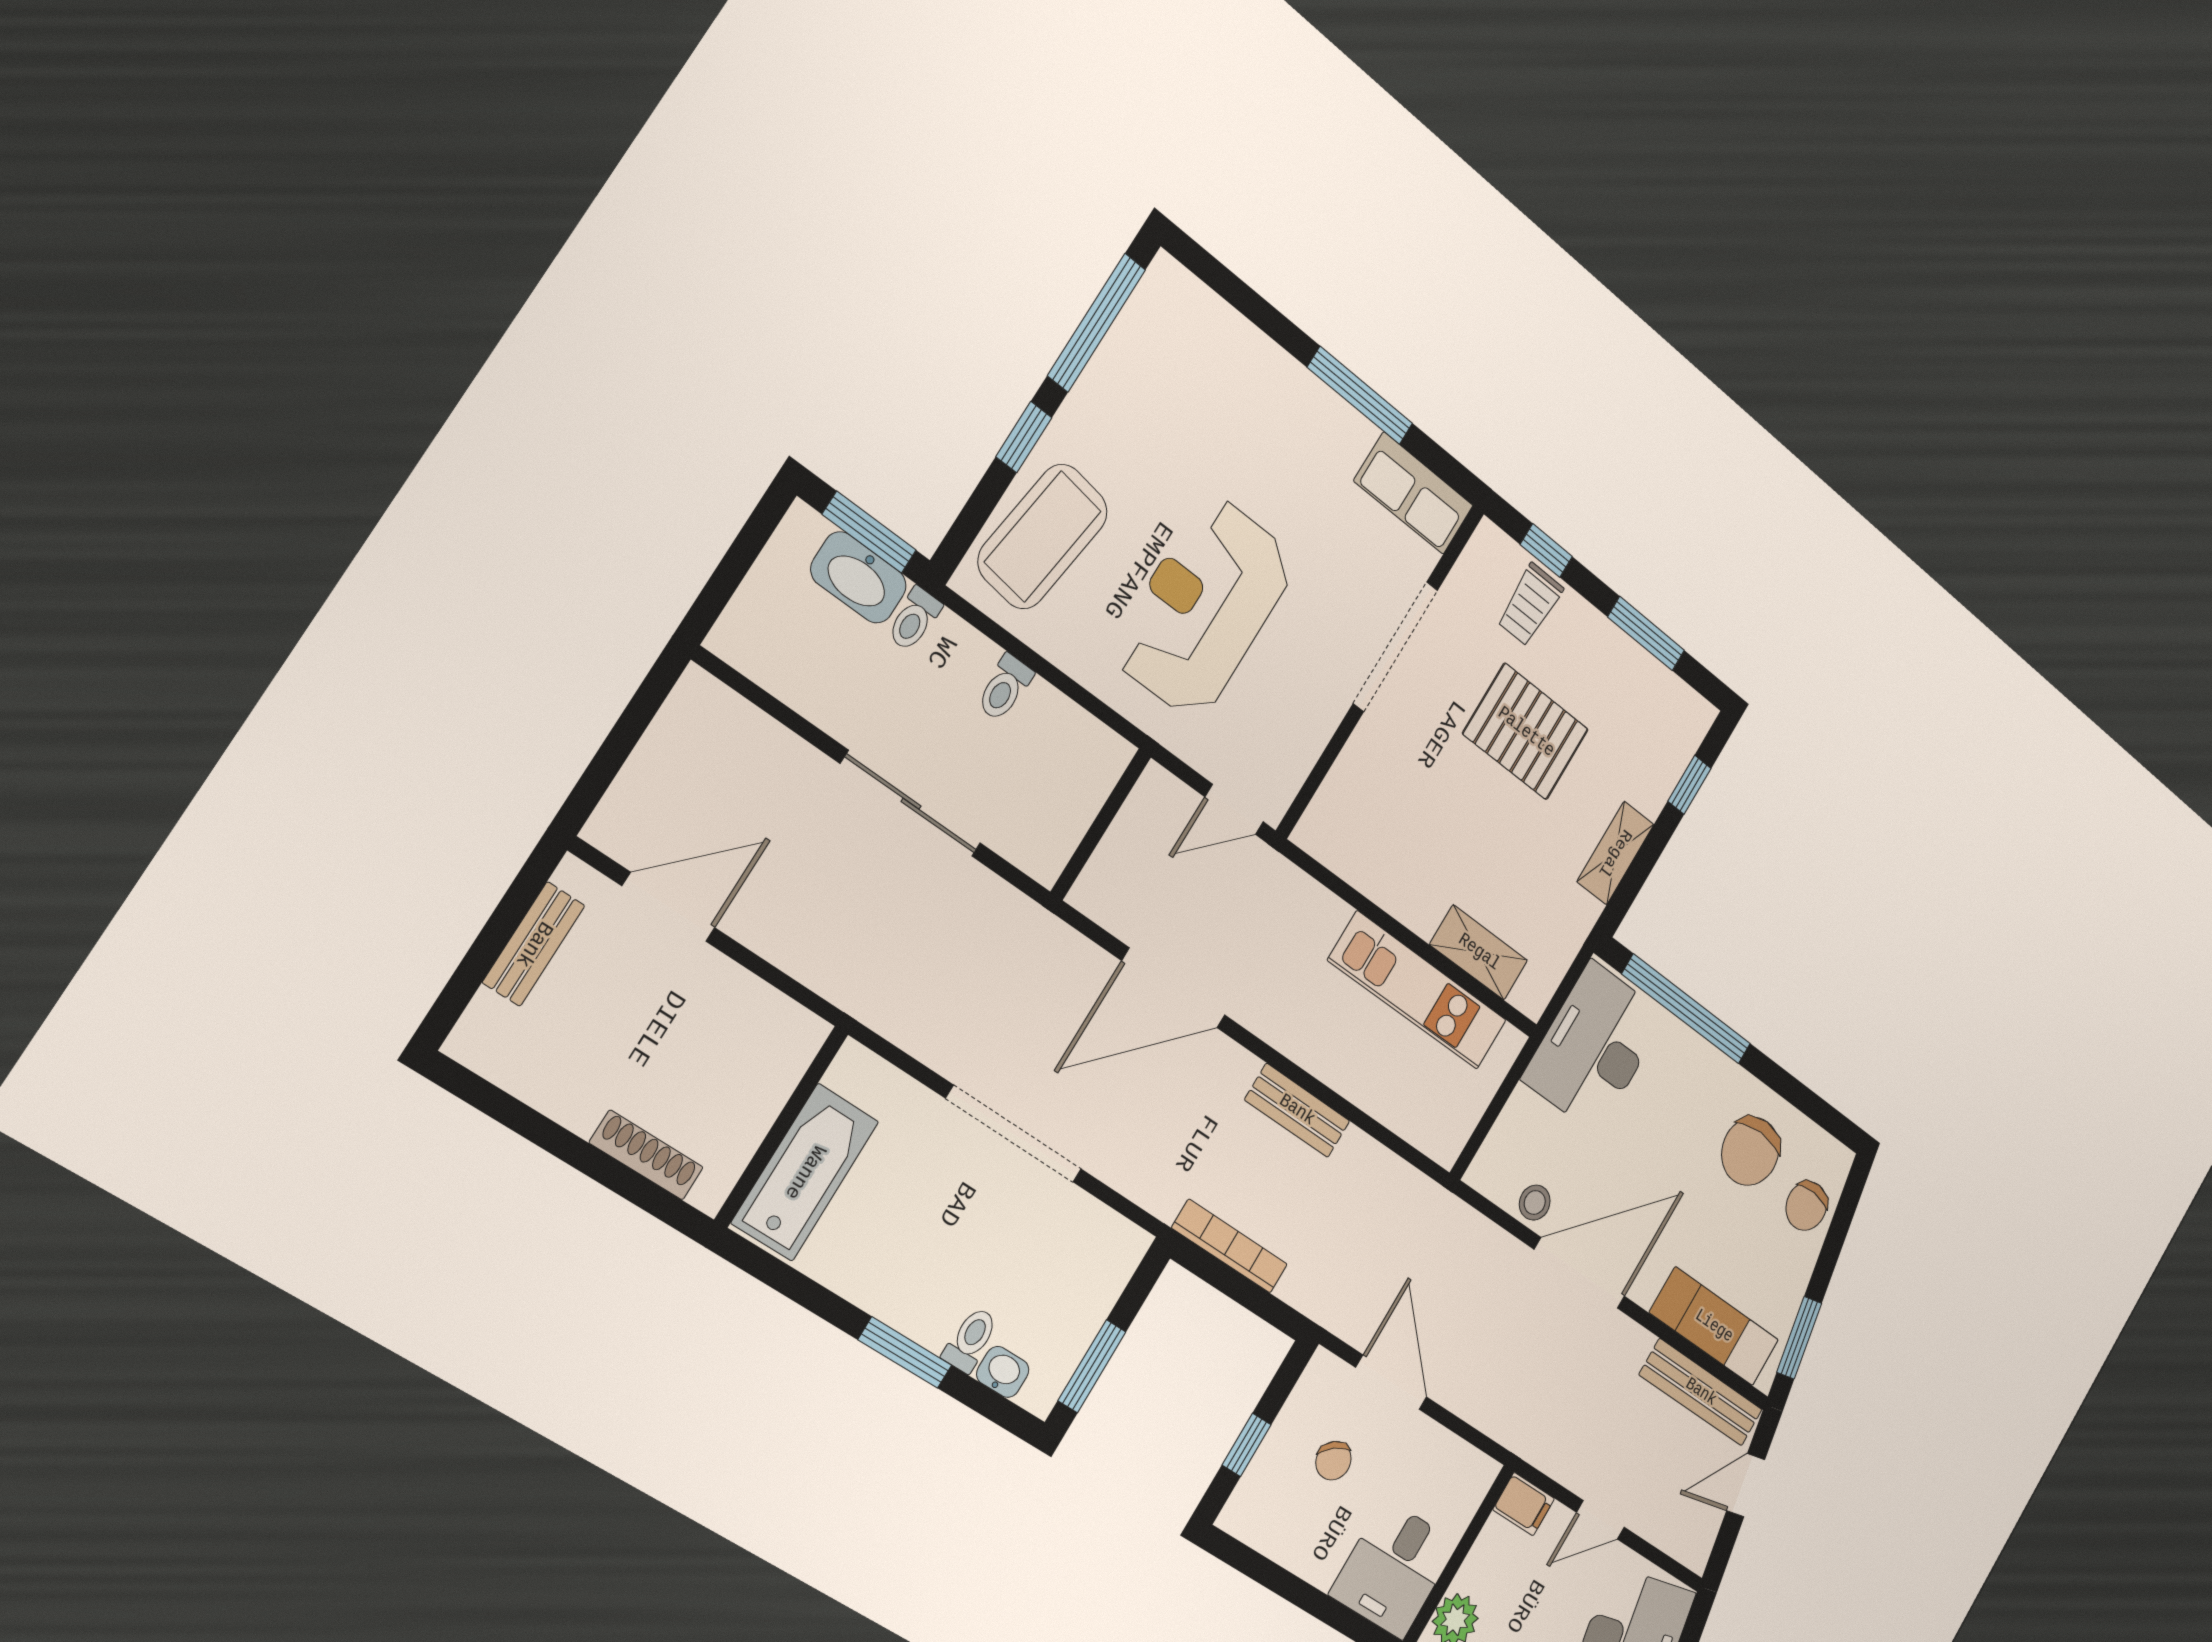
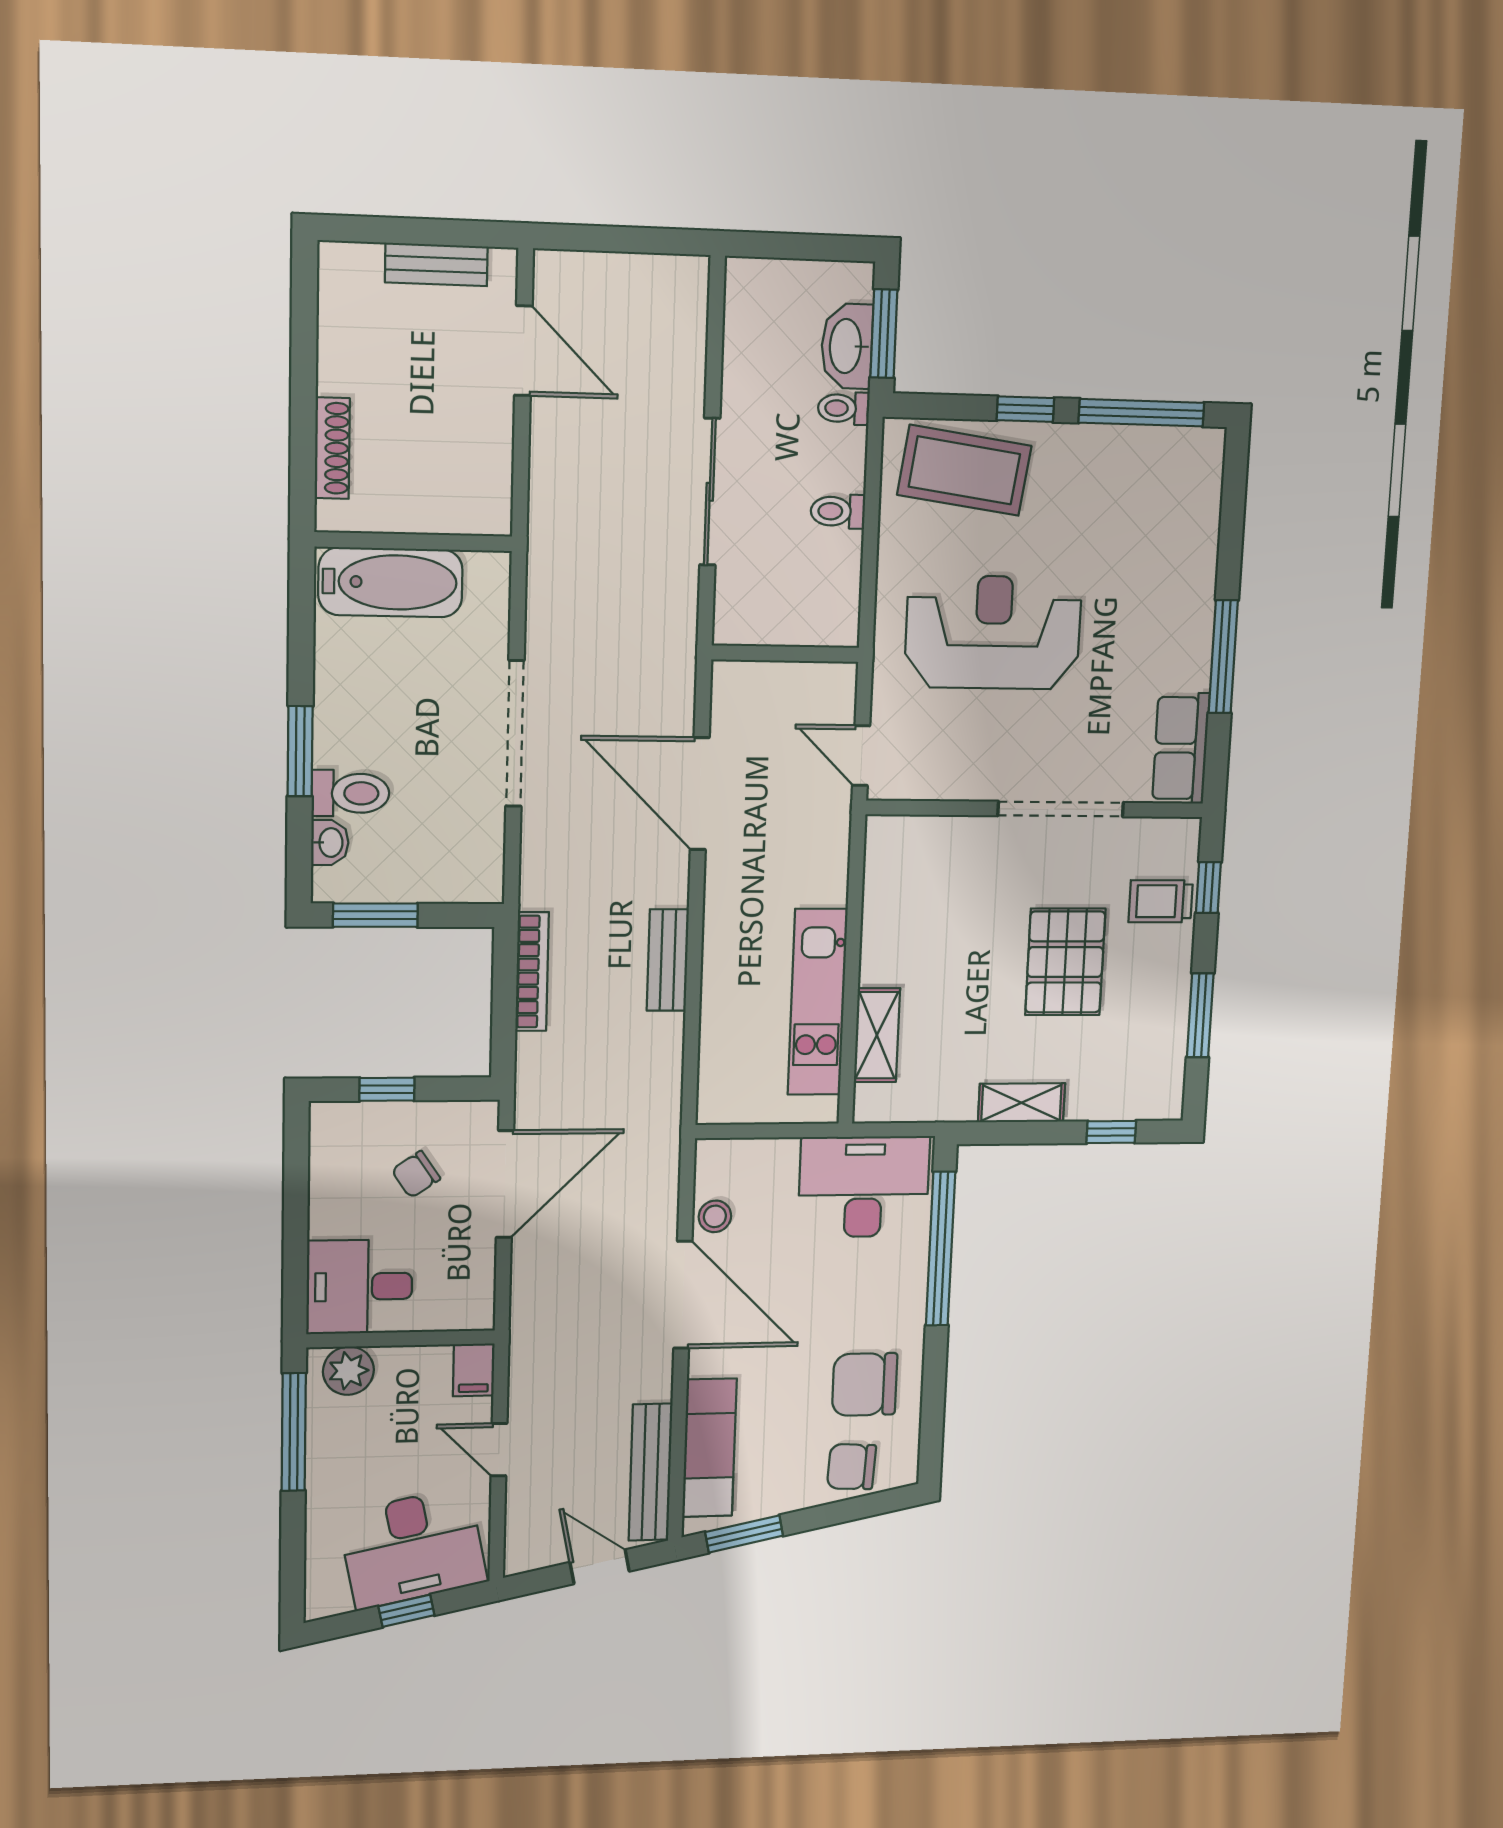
toilet: (970, 1340) -> (350, 793), width x1.37, depth x1.39
door: (1391, 1382) -> (505, 1184), width x1.36

